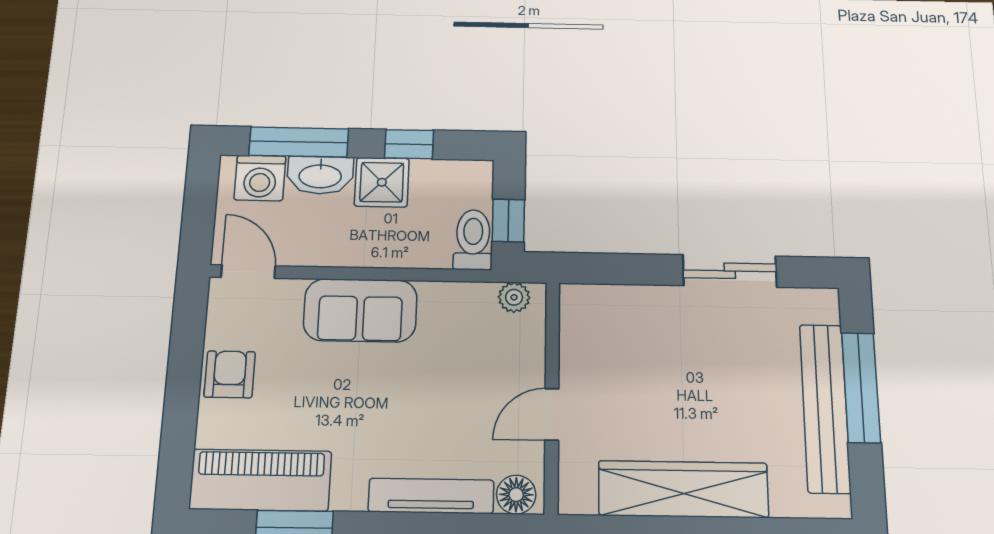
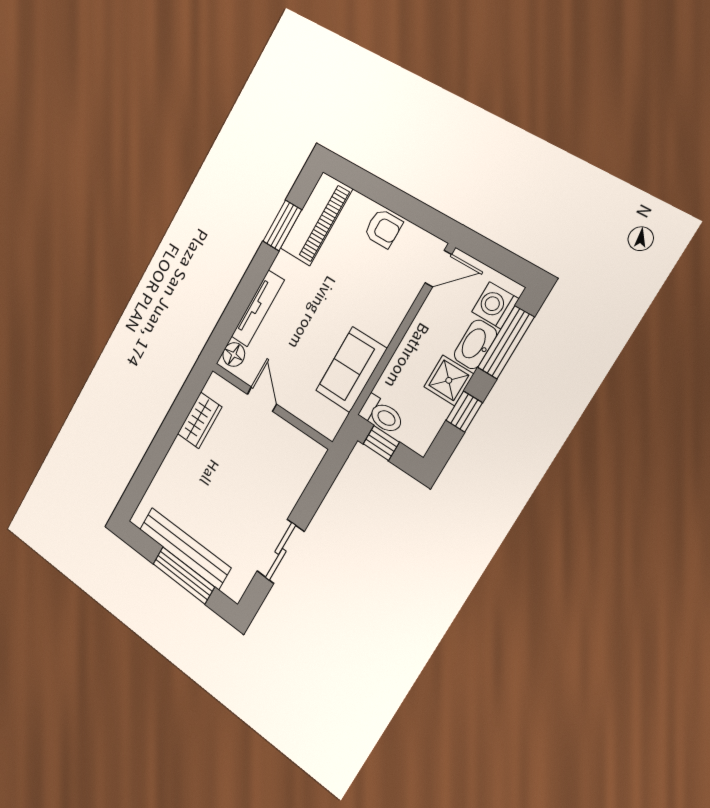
plant: (514, 297) -> (335, 418), removed
sofa: (360, 310) -> (351, 370), moved
wardrobe: (683, 489) -> (200, 420), width x0.48, depth x0.85

